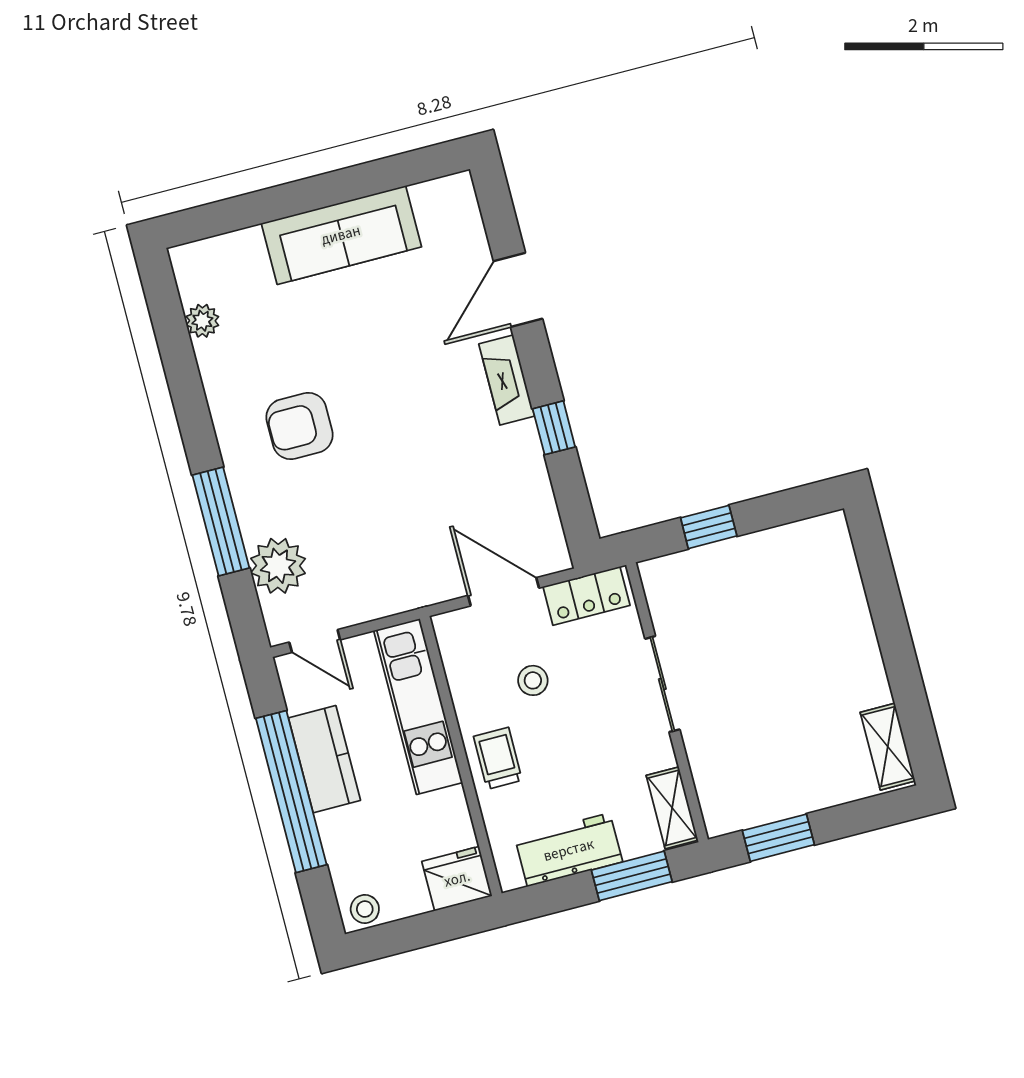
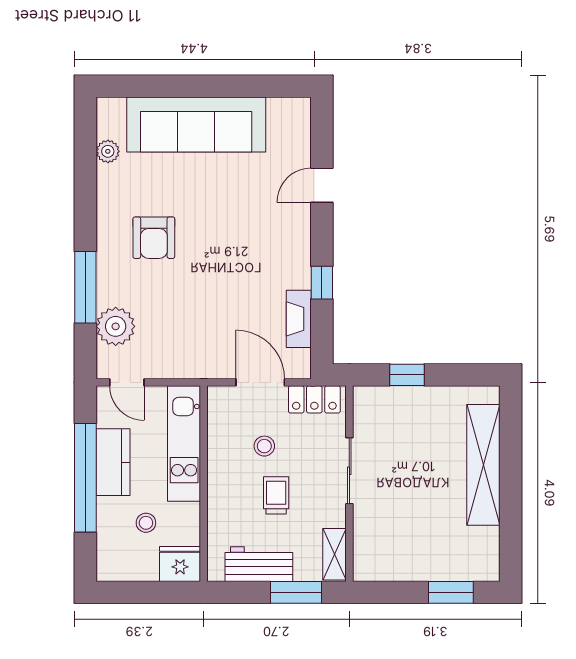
sofa: (341, 235) -> (196, 124), width x1.36, depth x1.27
door: (518, 290) -> (322, 185), width x0.73
fireplace: (507, 380) -> (299, 319), moved
armchair: (299, 426) -> (154, 238), turned -90
shelving: (888, 747) -> (483, 465), moved, width x2.20, depth x1.33
trolley: (498, 758) -> (276, 495), moved
window: (778, 838) -> (451, 592), moved
stool: (365, 909) -> (146, 523), moved

